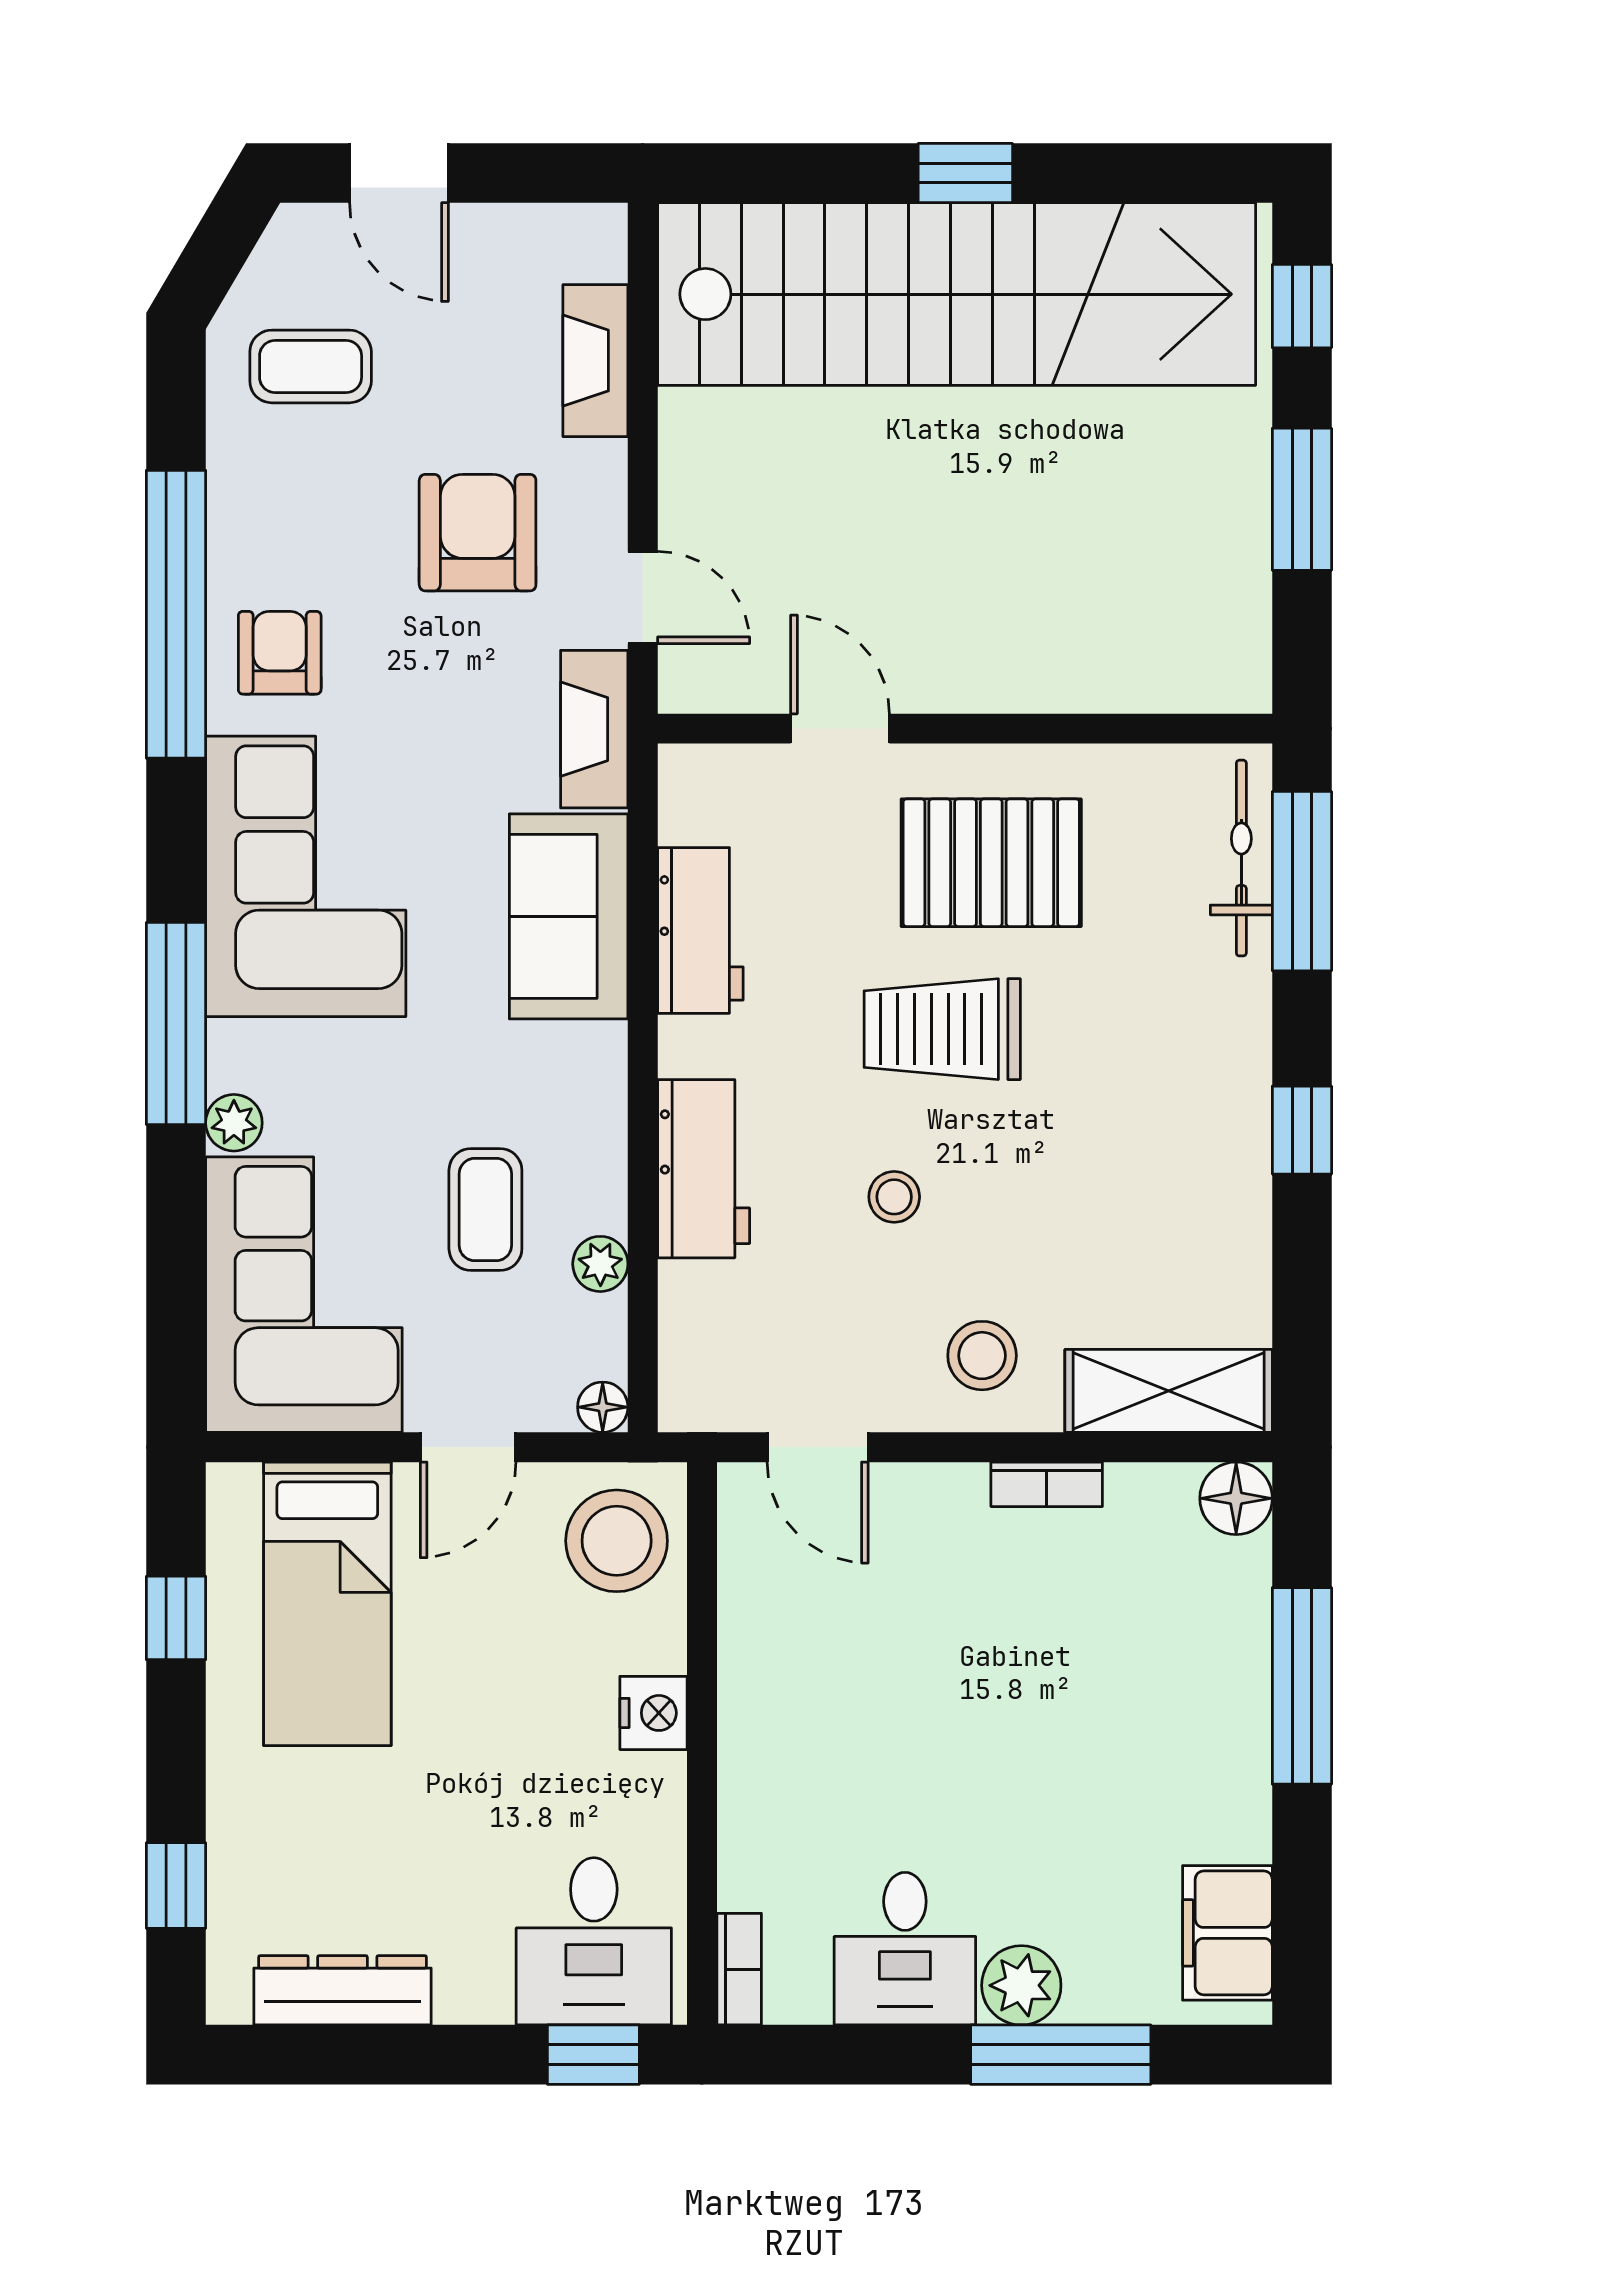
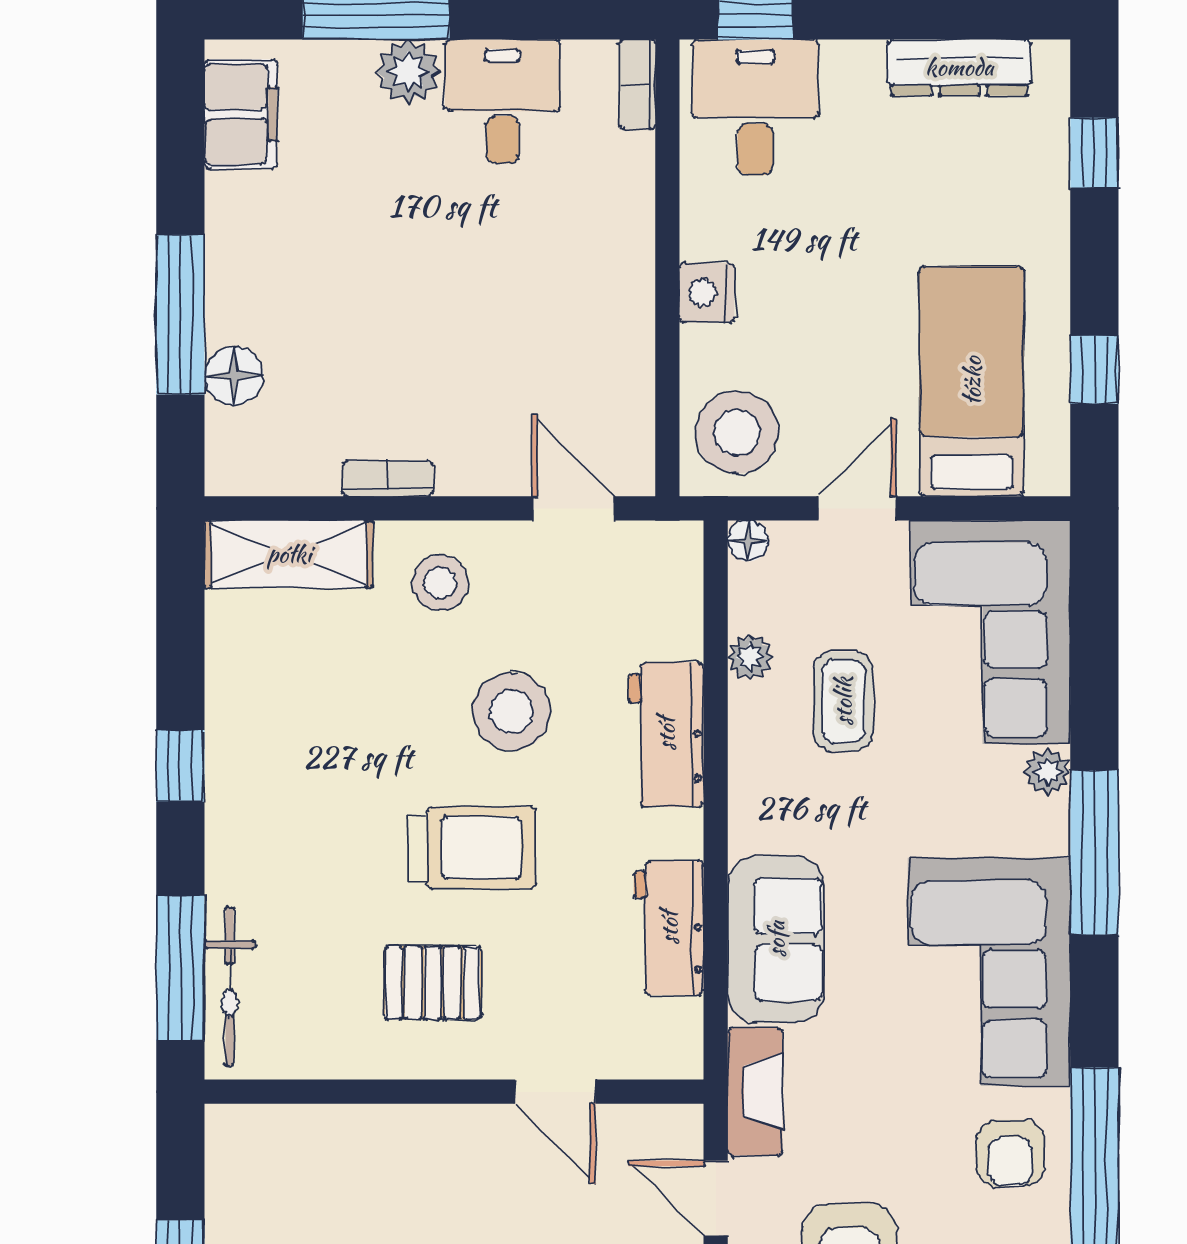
pallet: (991, 863) -> (433, 983), width x0.67, depth x0.71
stool: (894, 1197) -> (511, 712), width x1.89, depth x1.89
floor lamp: (1236, 1498) -> (234, 376), moved

